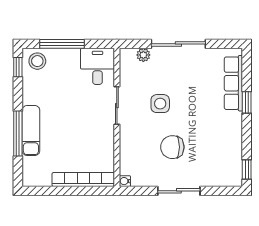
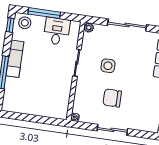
plant: (143, 55) -> (89, 28), moved
desk: (97, 66) -> (57, 31), moved
exam couch: (31, 130) -> (15, 59), moved
bookcase: (83, 179) -> (45, 112), removed

